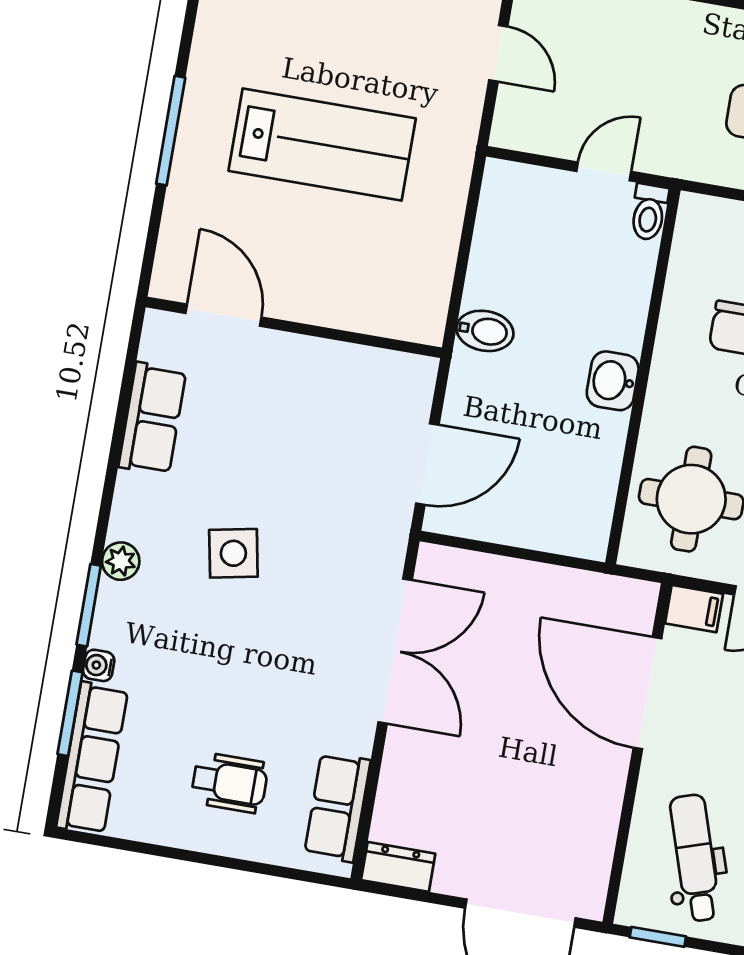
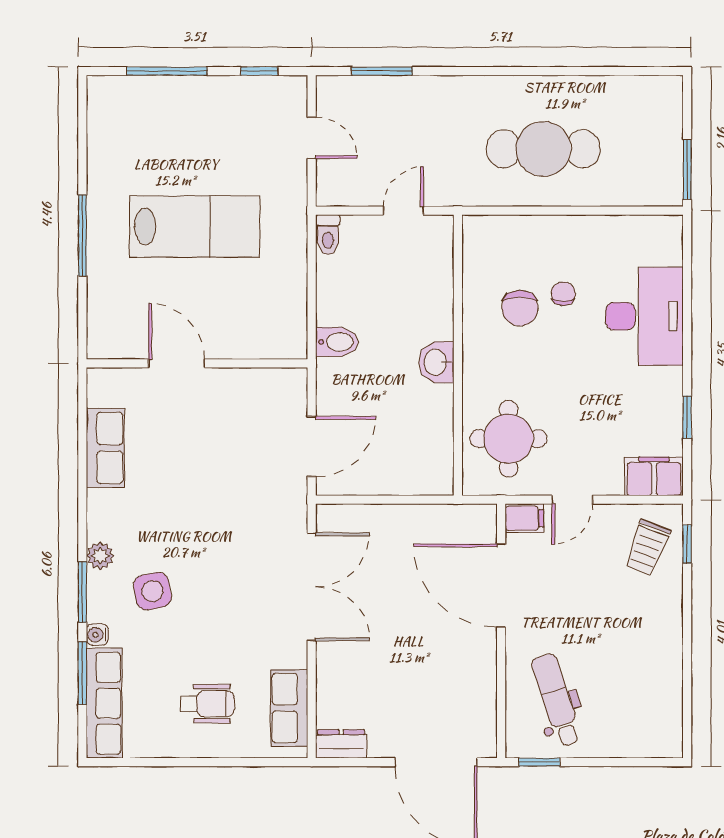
toilet: (649, 212) -> (328, 235), moved
door: (223, 315) -> (177, 363), moved
side table: (233, 553) -> (152, 591), moved

